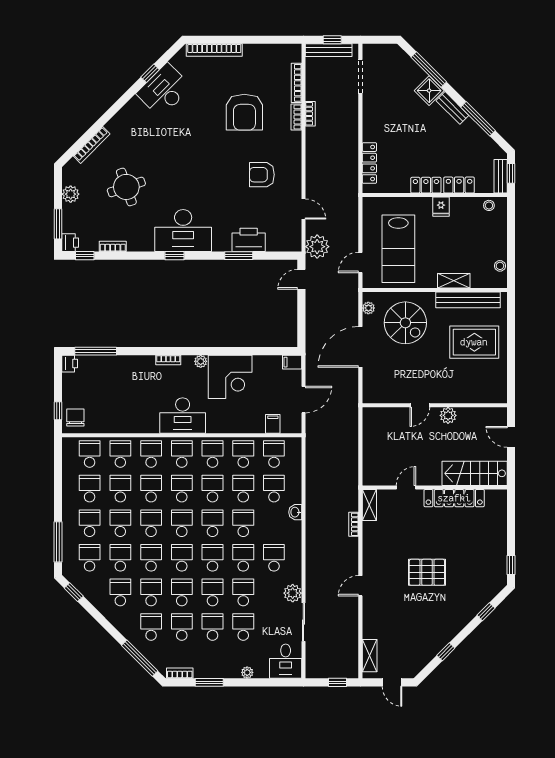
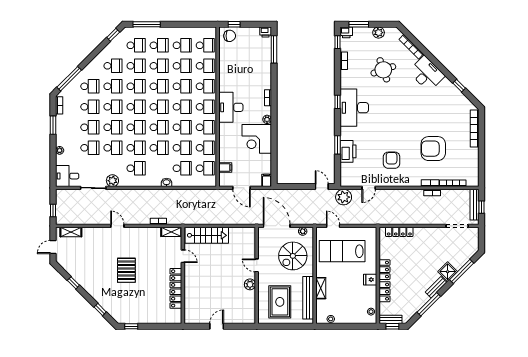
desk: (164, 90) -> (427, 74), moved
door: (420, 405) -> (257, 265), moved
wall: (435, 405) -> (257, 275), moved
plant: (448, 415) -> (250, 284), moved
stairs: (475, 473) -> (207, 235), moved, turned 90

